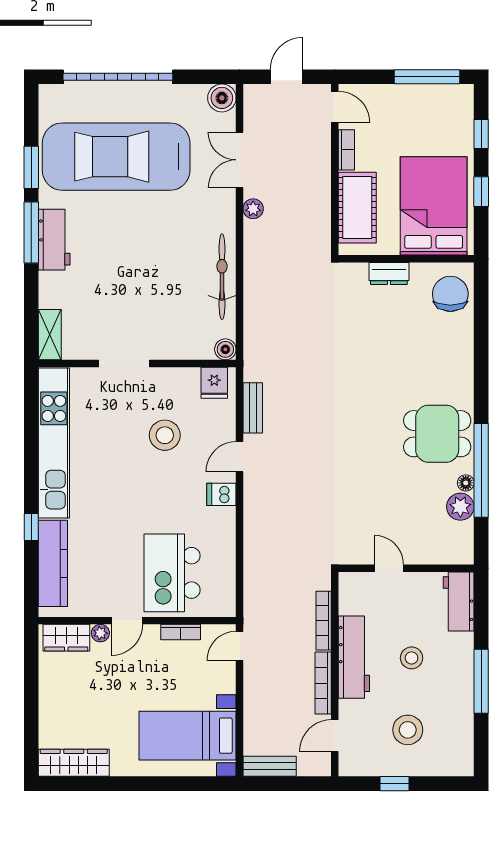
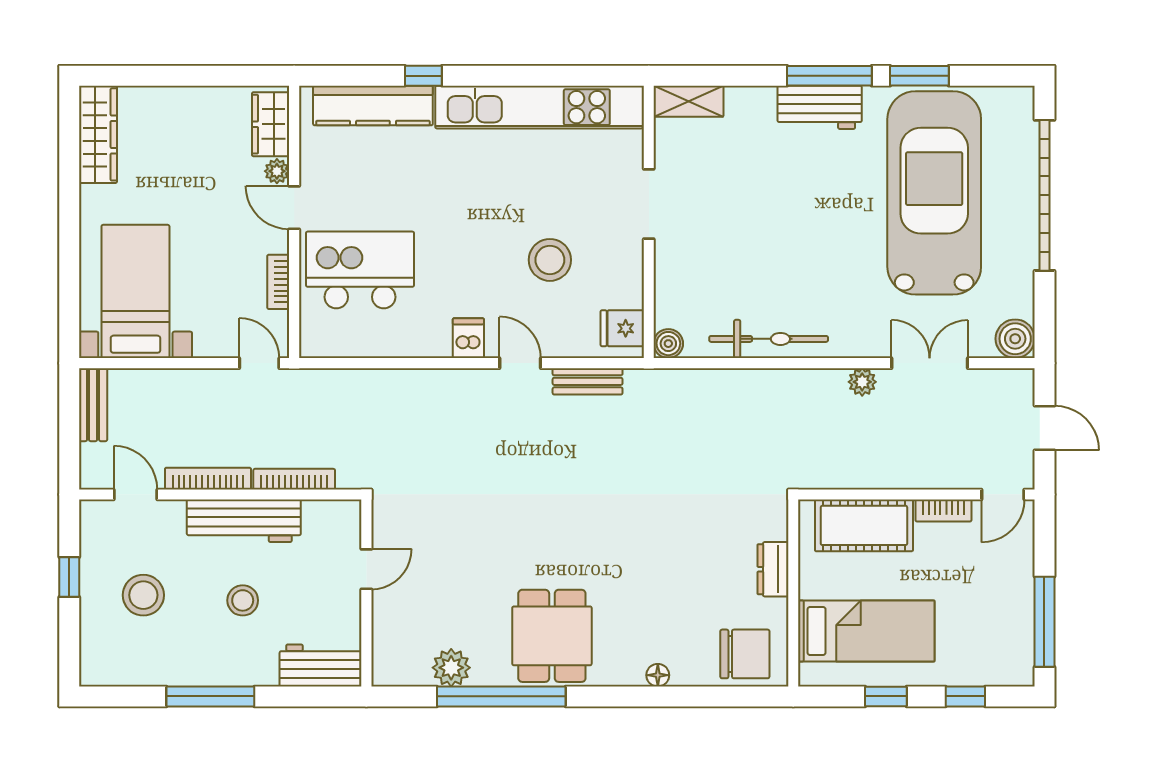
bed: (434, 206) -> (866, 631), width x0.67
floor lamp: (466, 483) -> (658, 675), moved

